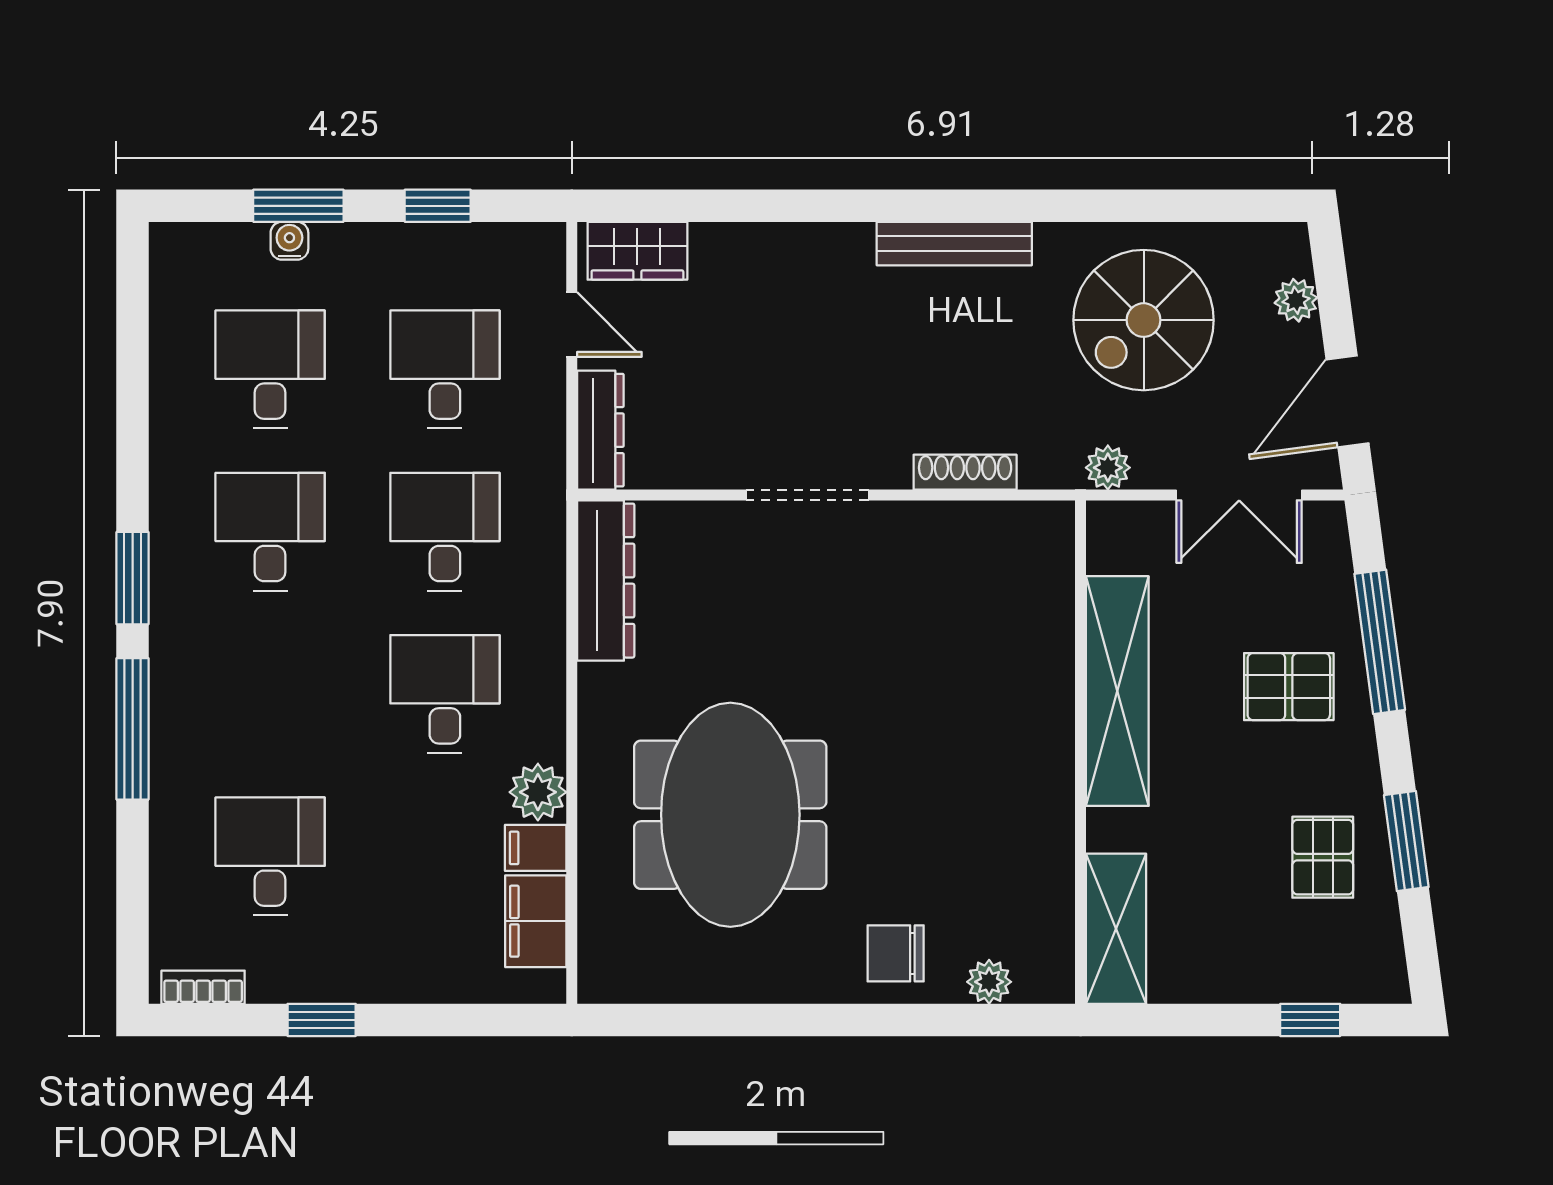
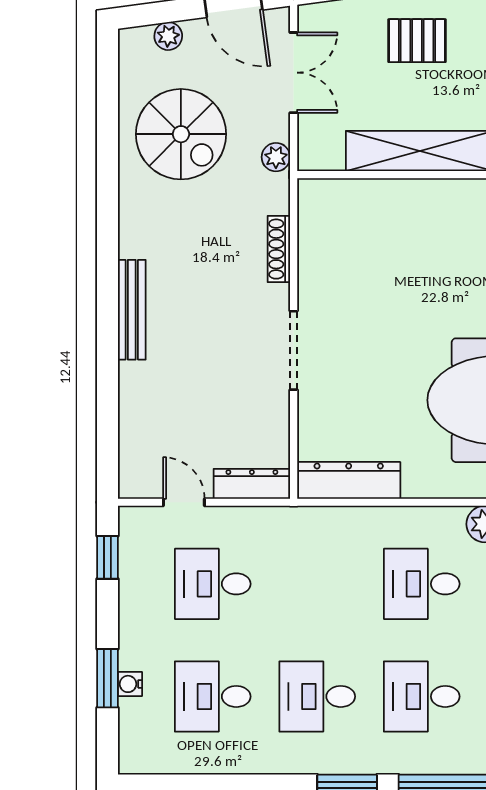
window: (438, 206) -> (107, 557), moved
bench: (954, 244) -> (132, 310), moved
wardrobe: (637, 251) -> (136, 460), removed
door: (572, 325) -> (184, 502), hinge flipped
desk: (445, 532) -> (422, 696), moved
pallet: (1289, 687) -> (417, 41), turned 90

